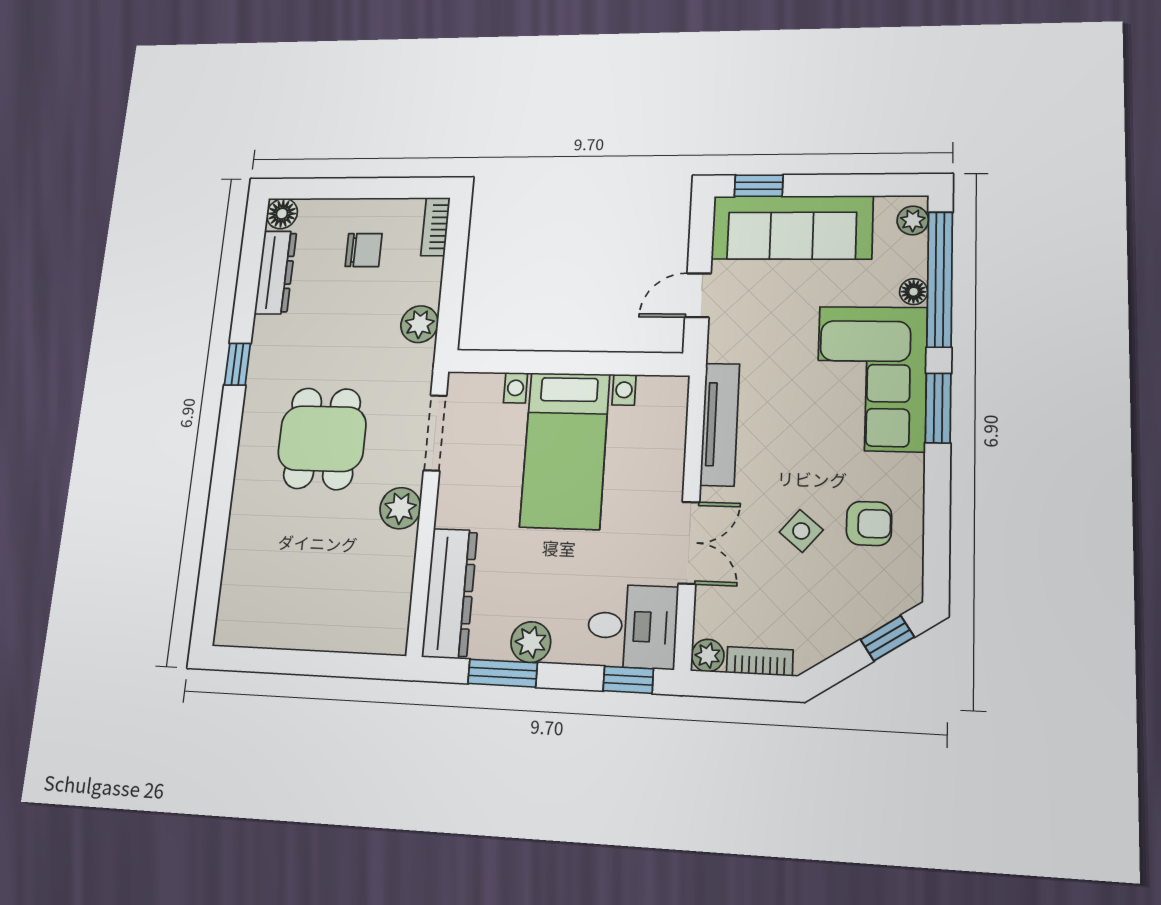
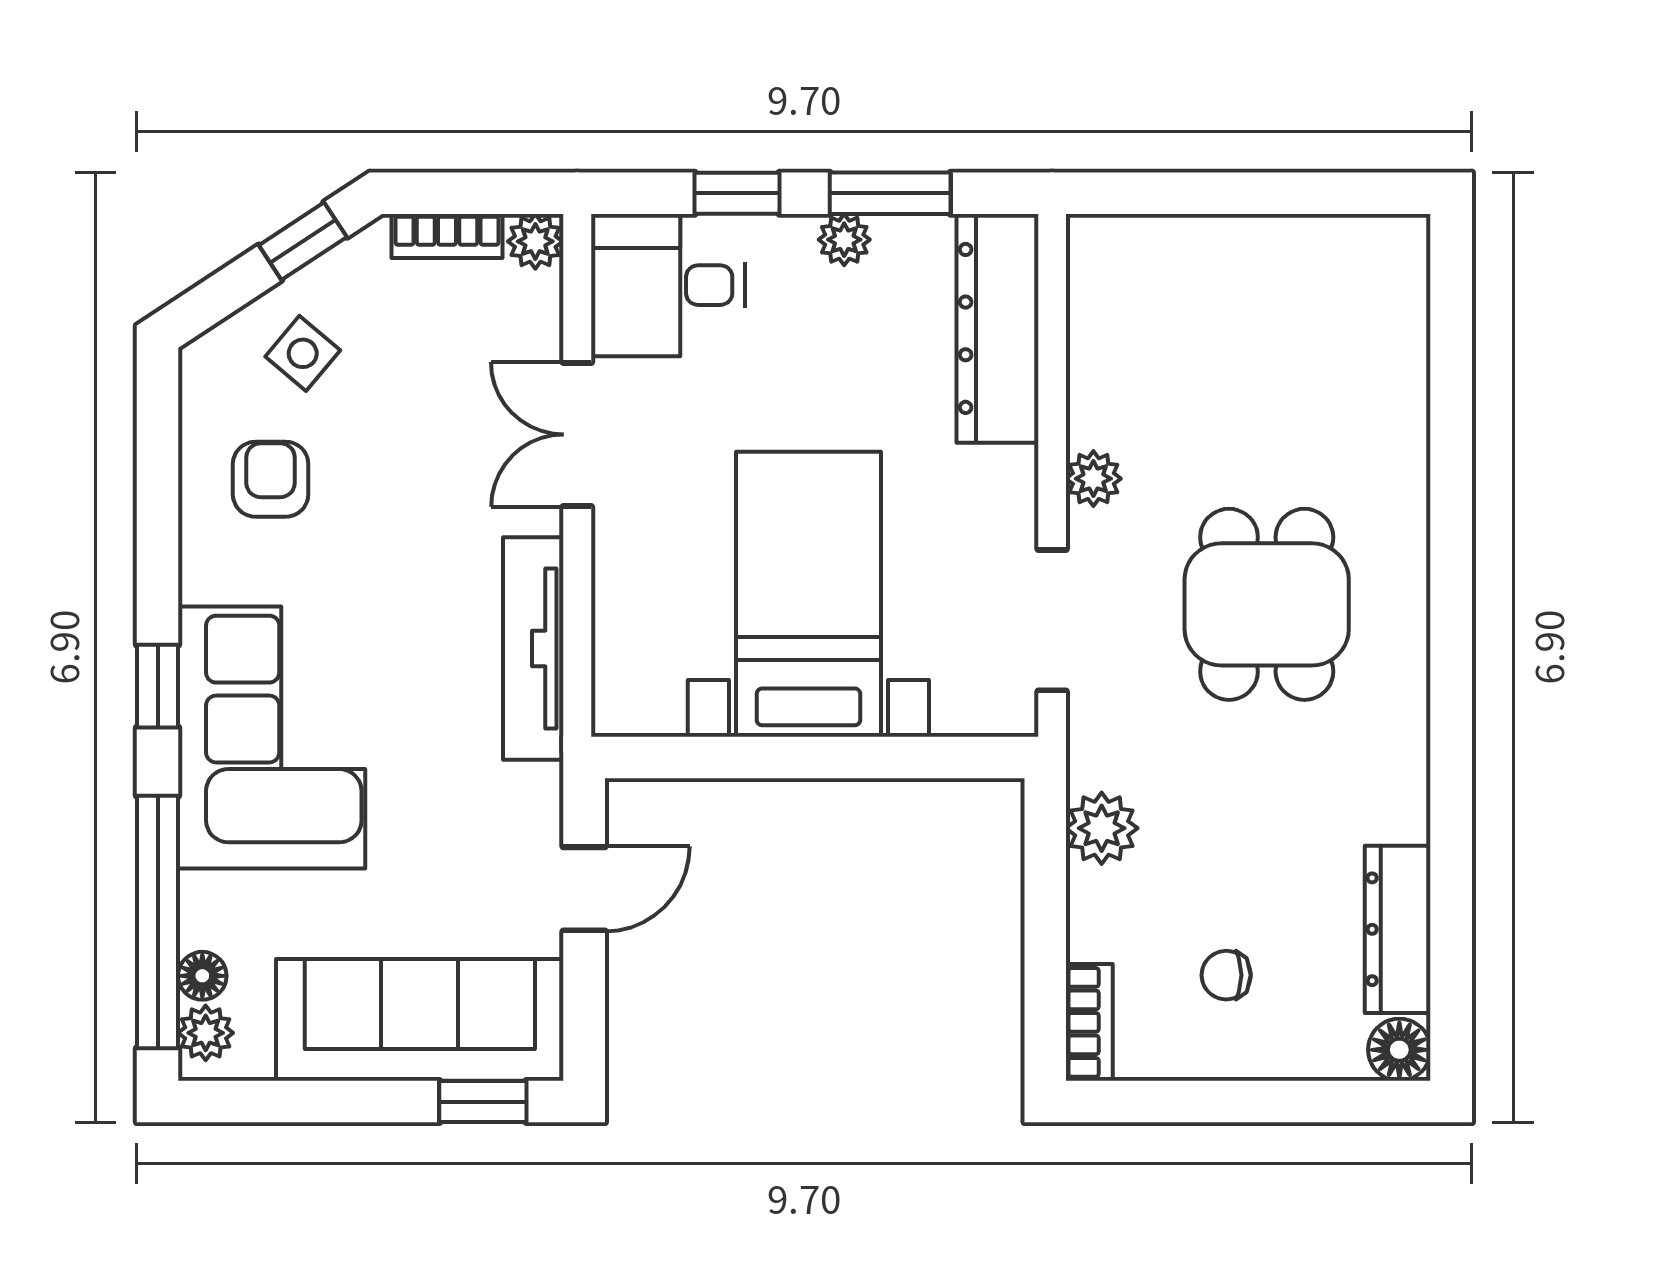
chair: (364, 250) -> (1226, 975), width x0.73, depth x0.73
floor lamp: (914, 292) -> (202, 976), moved
window: (237, 364) -> (1451, 745), removed
window: (938, 408) -> (158, 686), width x0.67
plant: (400, 508) -> (1093, 479), width x0.73, depth x0.73
armchair: (869, 523) -> (271, 479), turned 90
side table: (801, 531) -> (303, 353), moved
window: (887, 638) -> (303, 241), moved
plant: (531, 642) -> (844, 240), width x0.73, depth x0.73
window: (628, 680) -> (737, 193), moved

